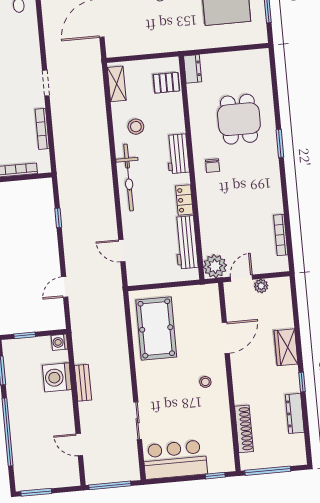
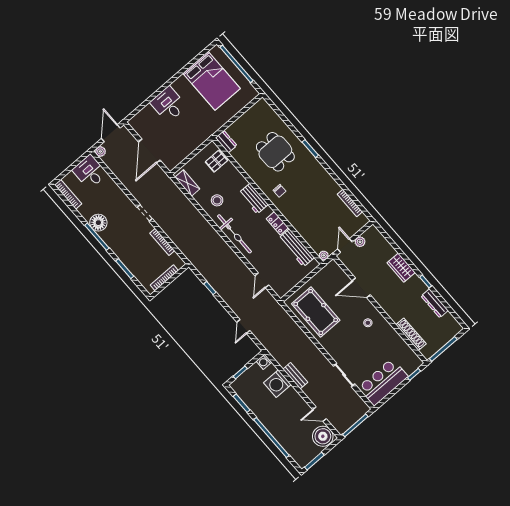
door: (122, 251) -> (262, 280), hinge flipped
plant: (215, 266) -> (324, 255), width x0.53, depth x0.53
door: (226, 338) -> (361, 288), swing flipped
boiler: (65, 472) -> (323, 436), added

